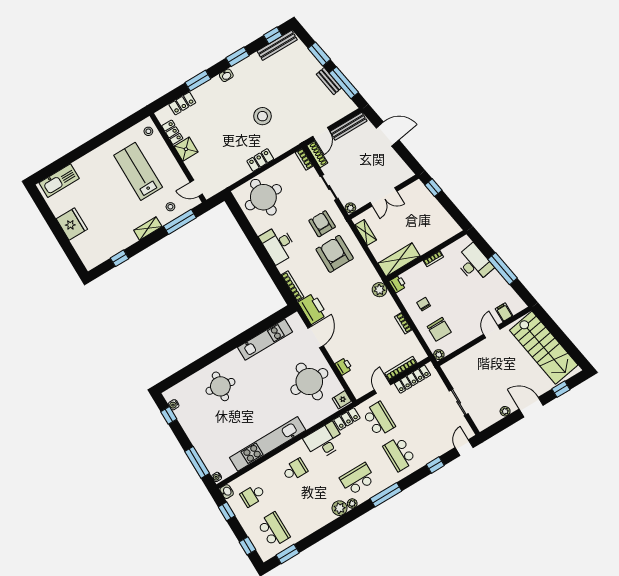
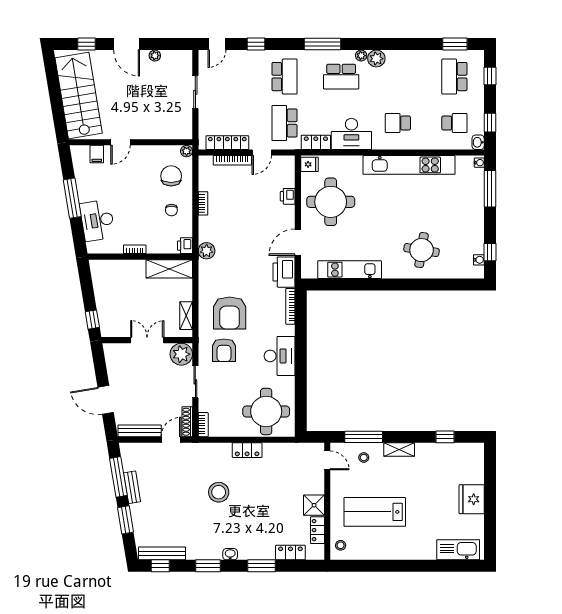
lab bench: (138, 171) -> (375, 512), turned 90
plant: (350, 208) -> (181, 354), width x1.87, depth x1.87

